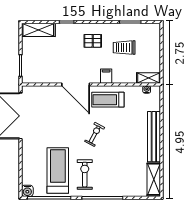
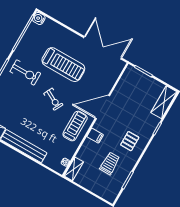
treadmill: (58, 171) -> (63, 65), moved

